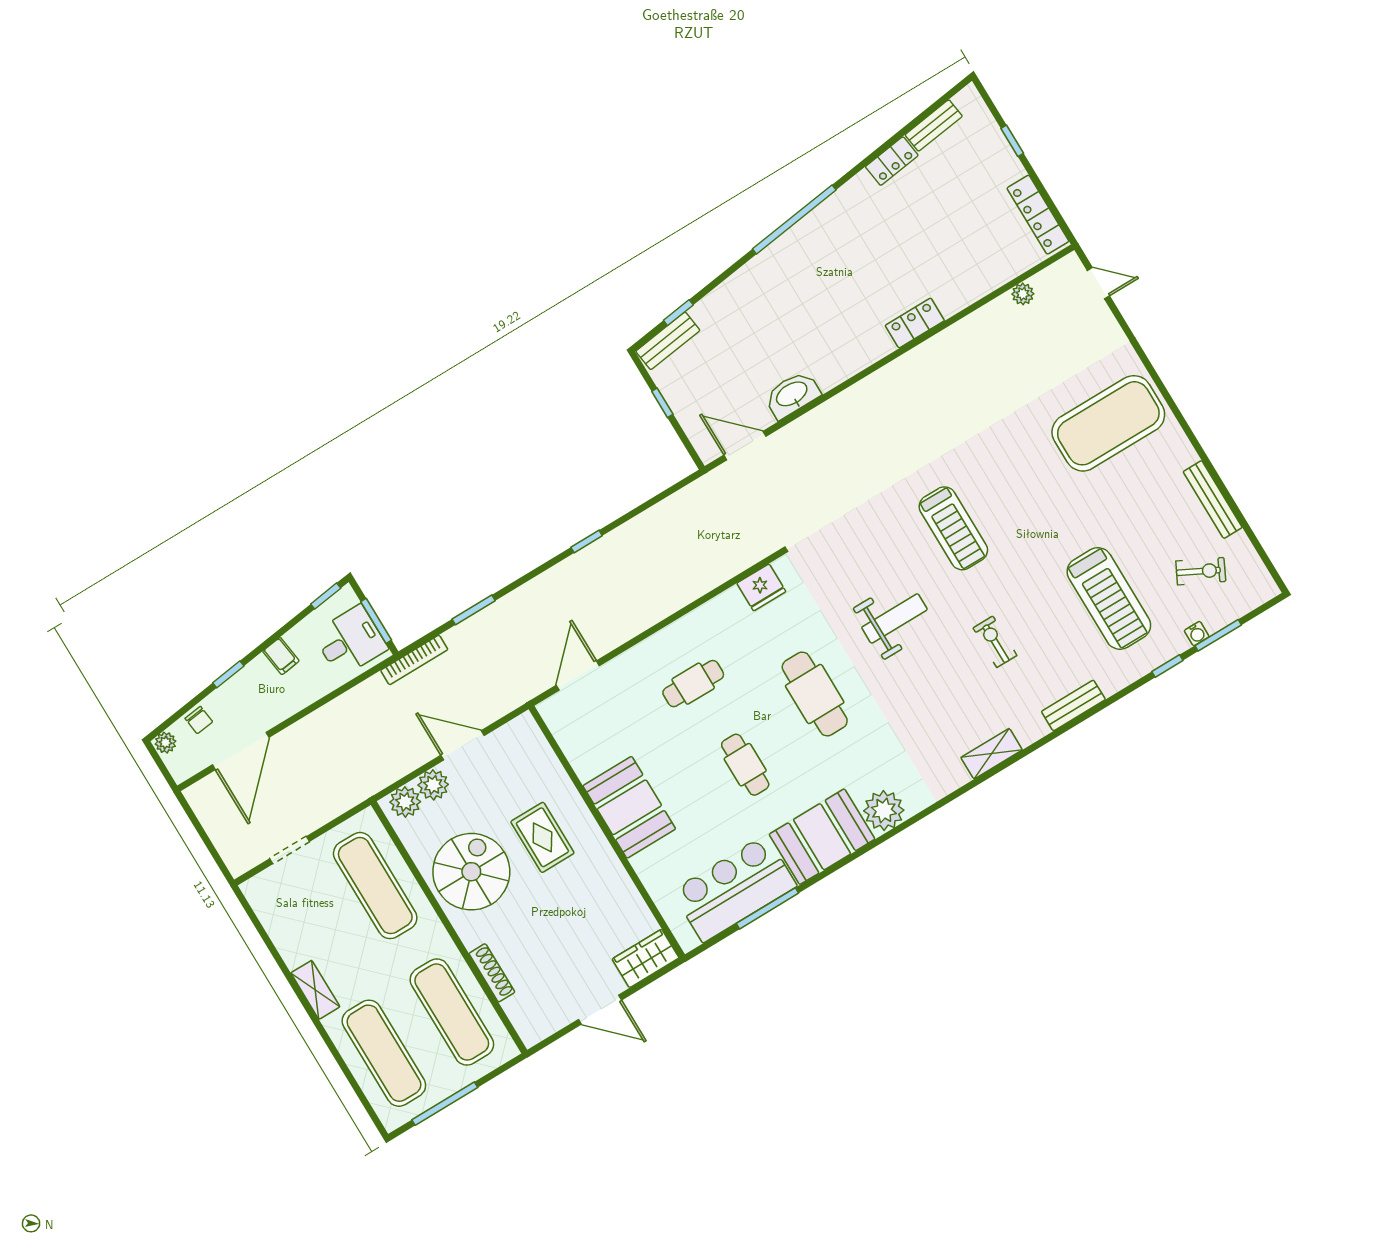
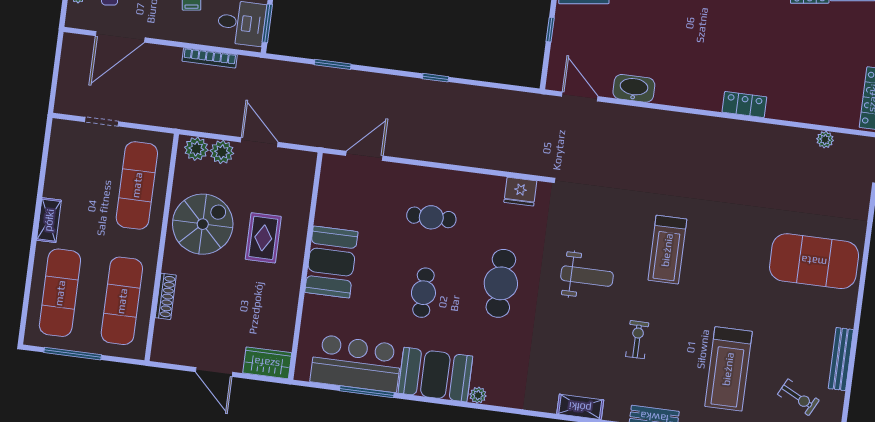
bookcase: (414, 660) -> (210, 58), moved
plant: (884, 810) -> (478, 395), width x0.53, depth x0.53

